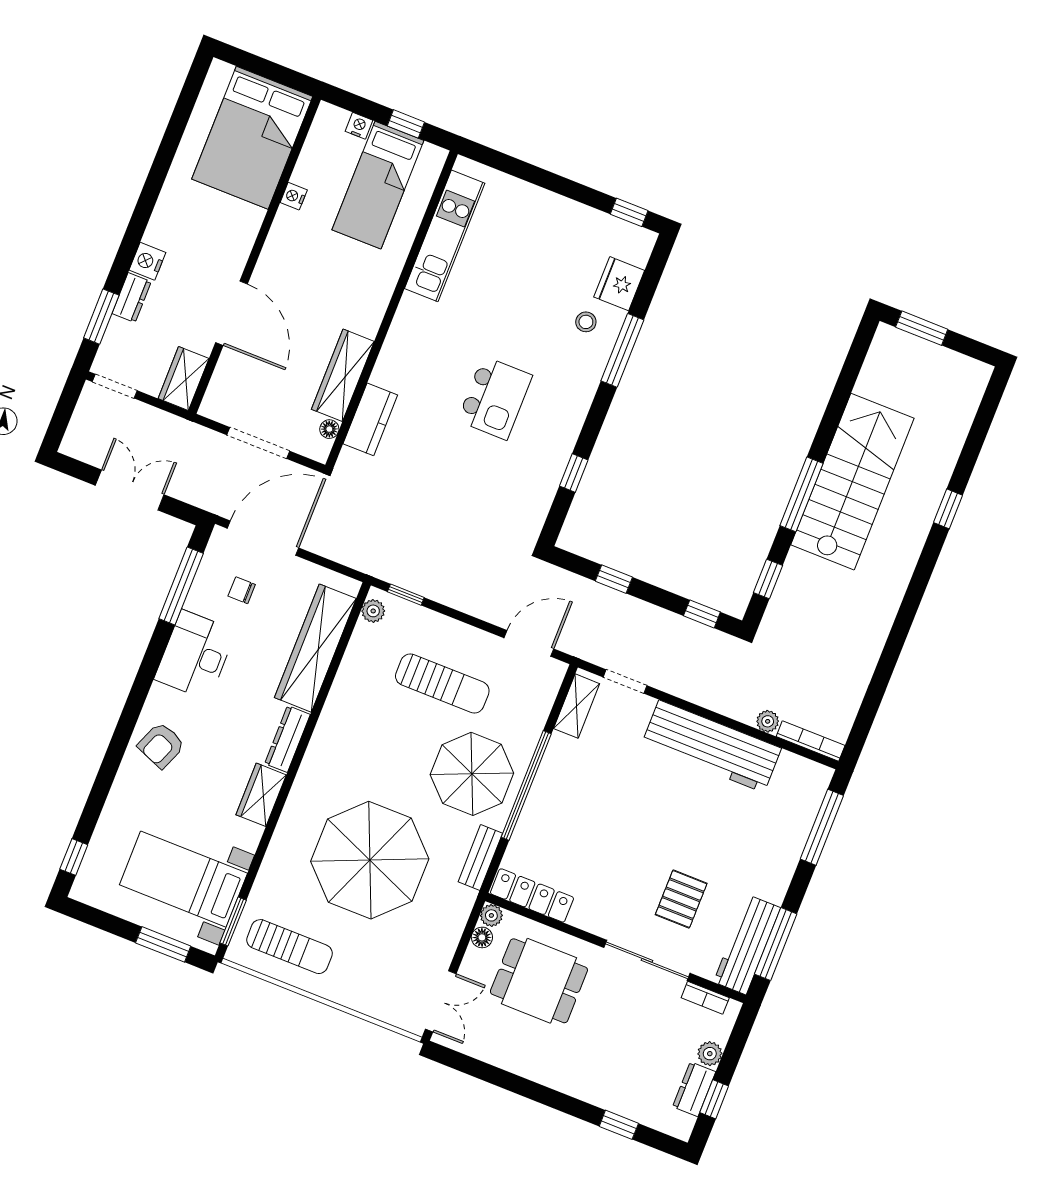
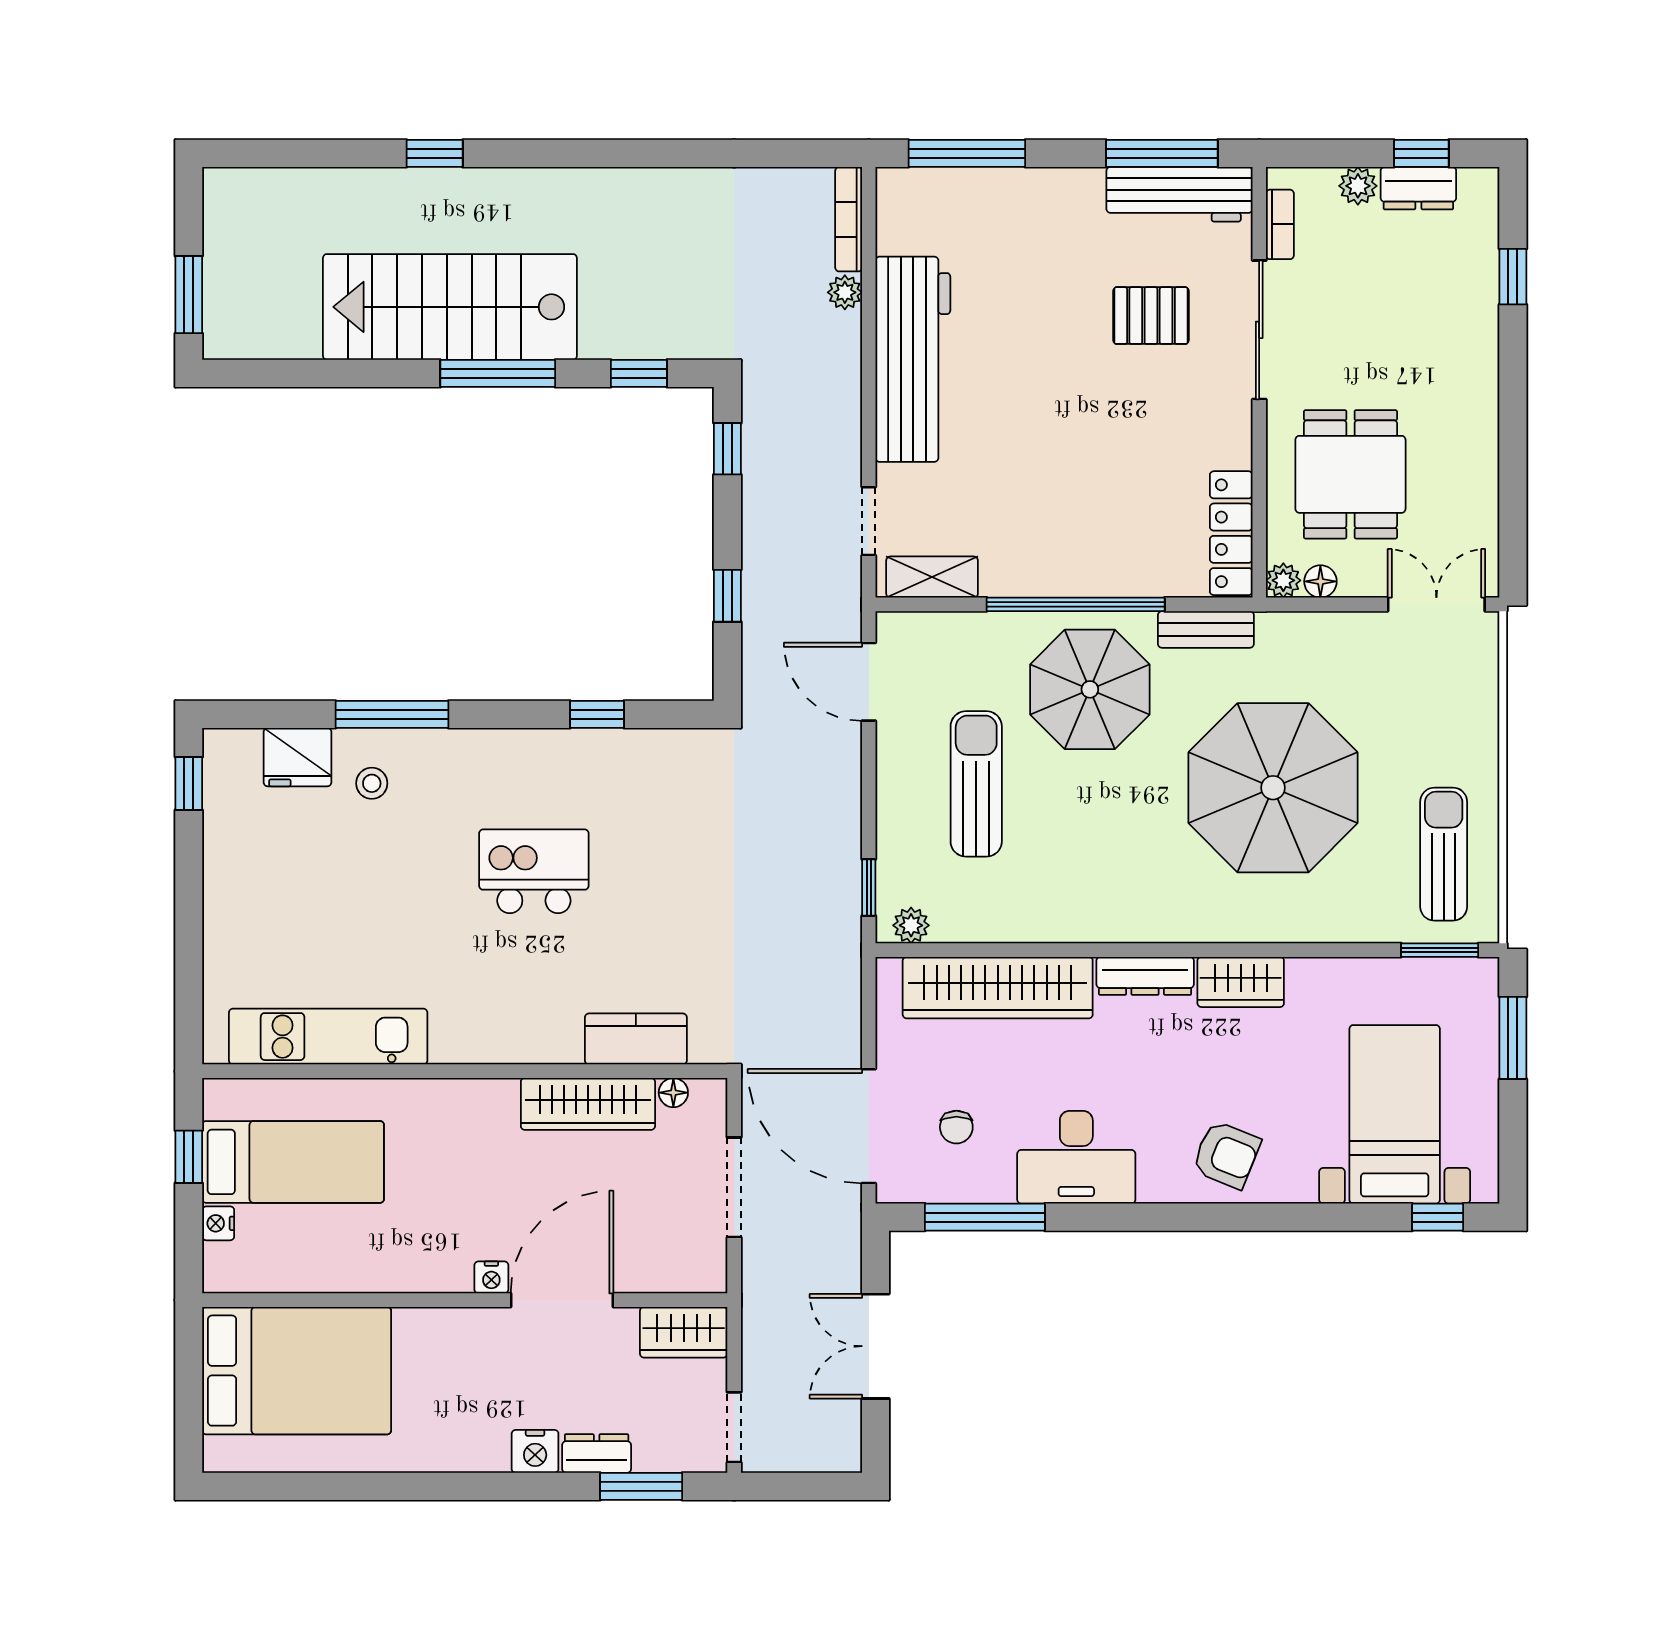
nightstand: (294, 196) -> (491, 1277), moved
bed with nightstands: (183, 879) -> (1395, 1114), moved, turned 180

